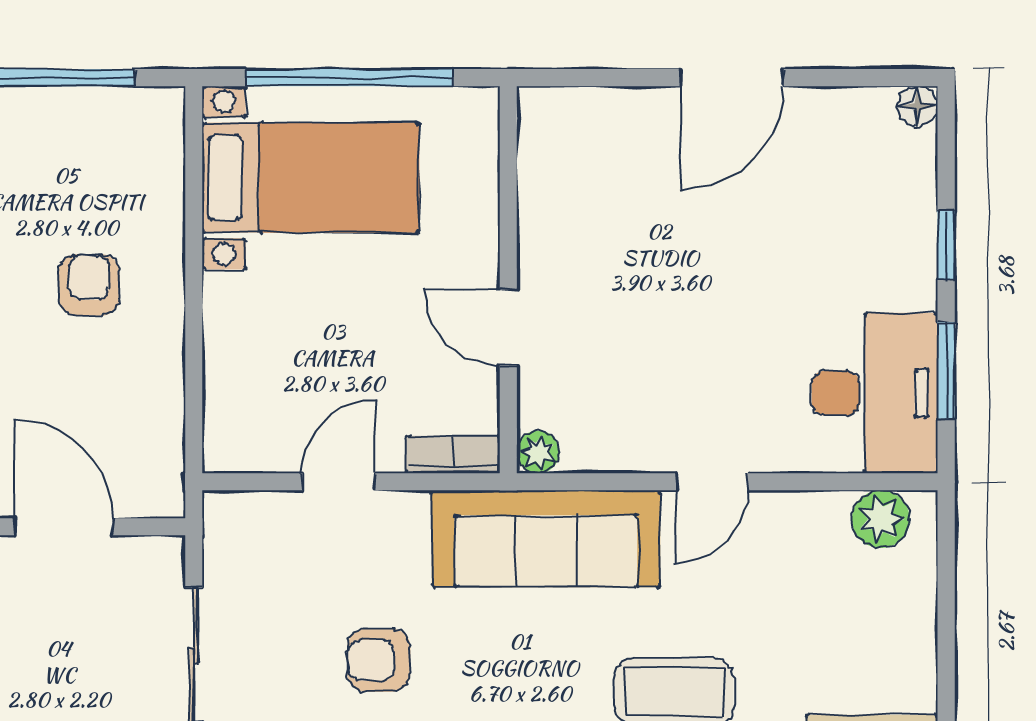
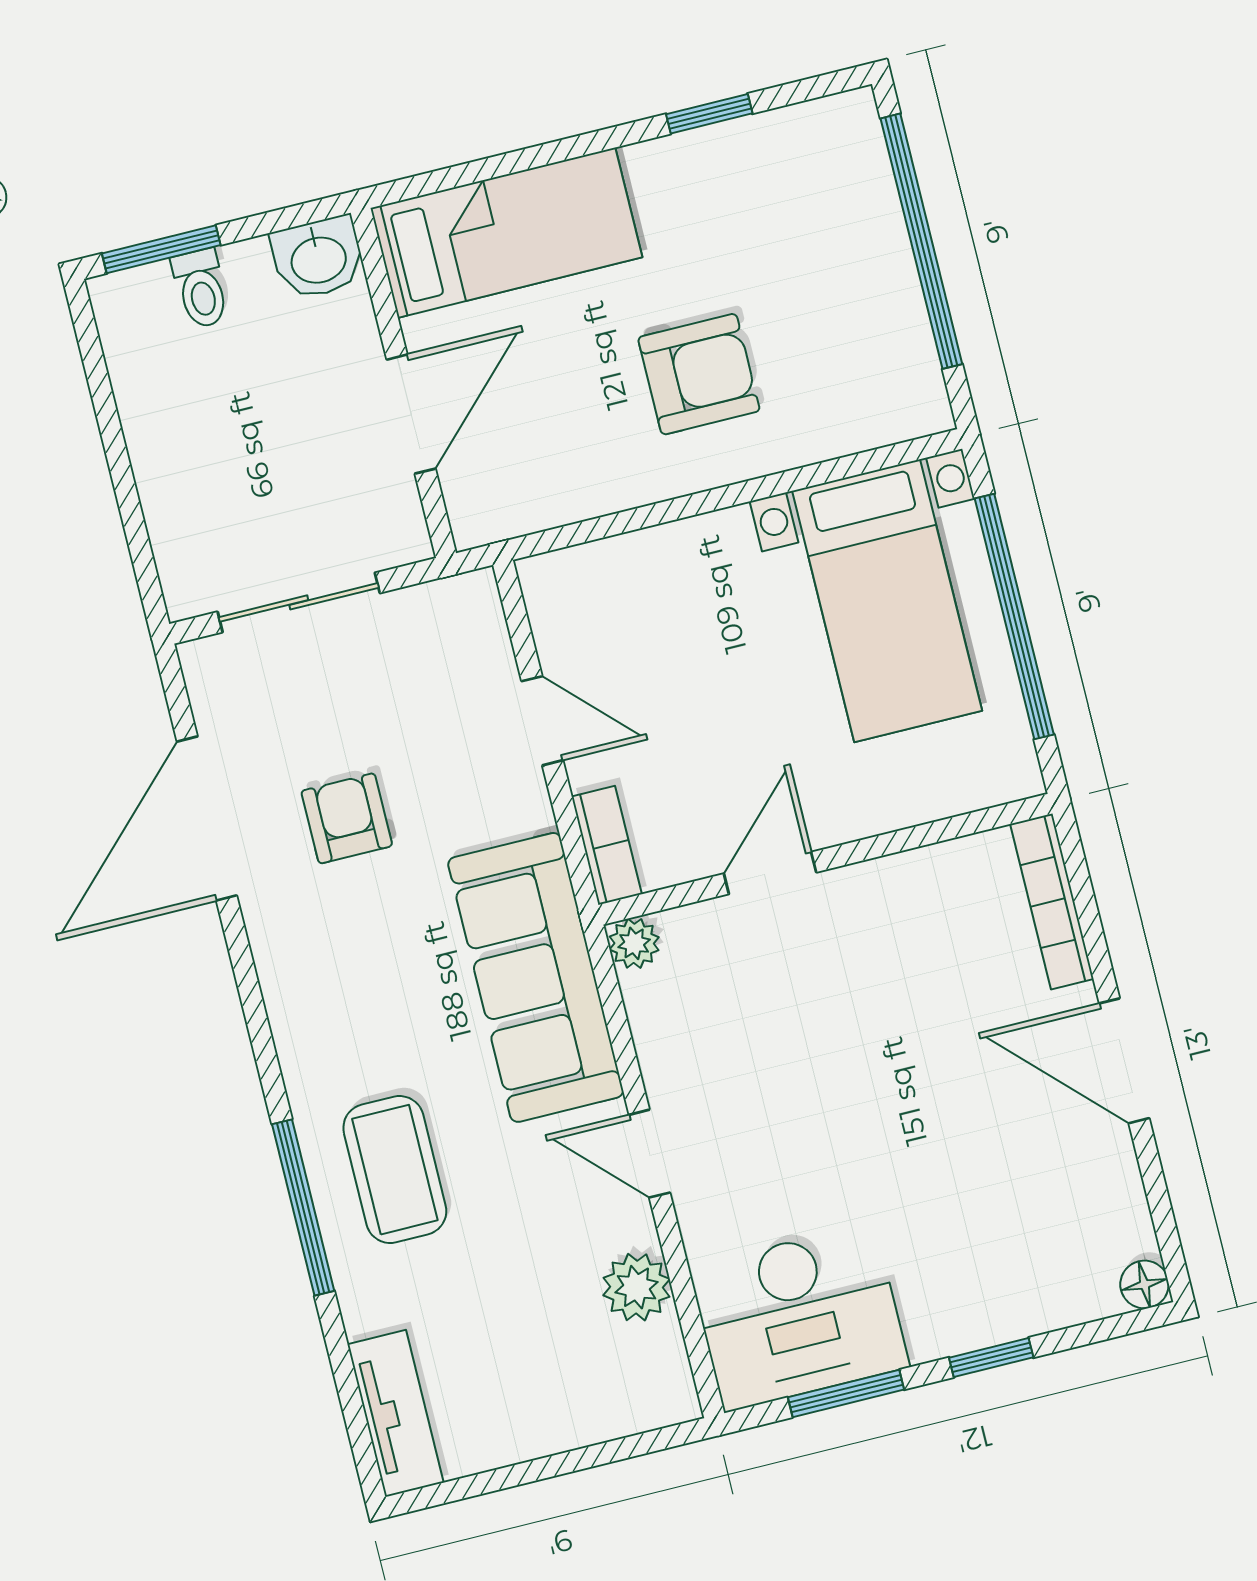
bookcase: (588, 104) -> (1052, 902), added
armchair: (89, 285) -> (699, 374), width x1.38, depth x1.38
plant: (881, 519) -> (637, 1287), moved

